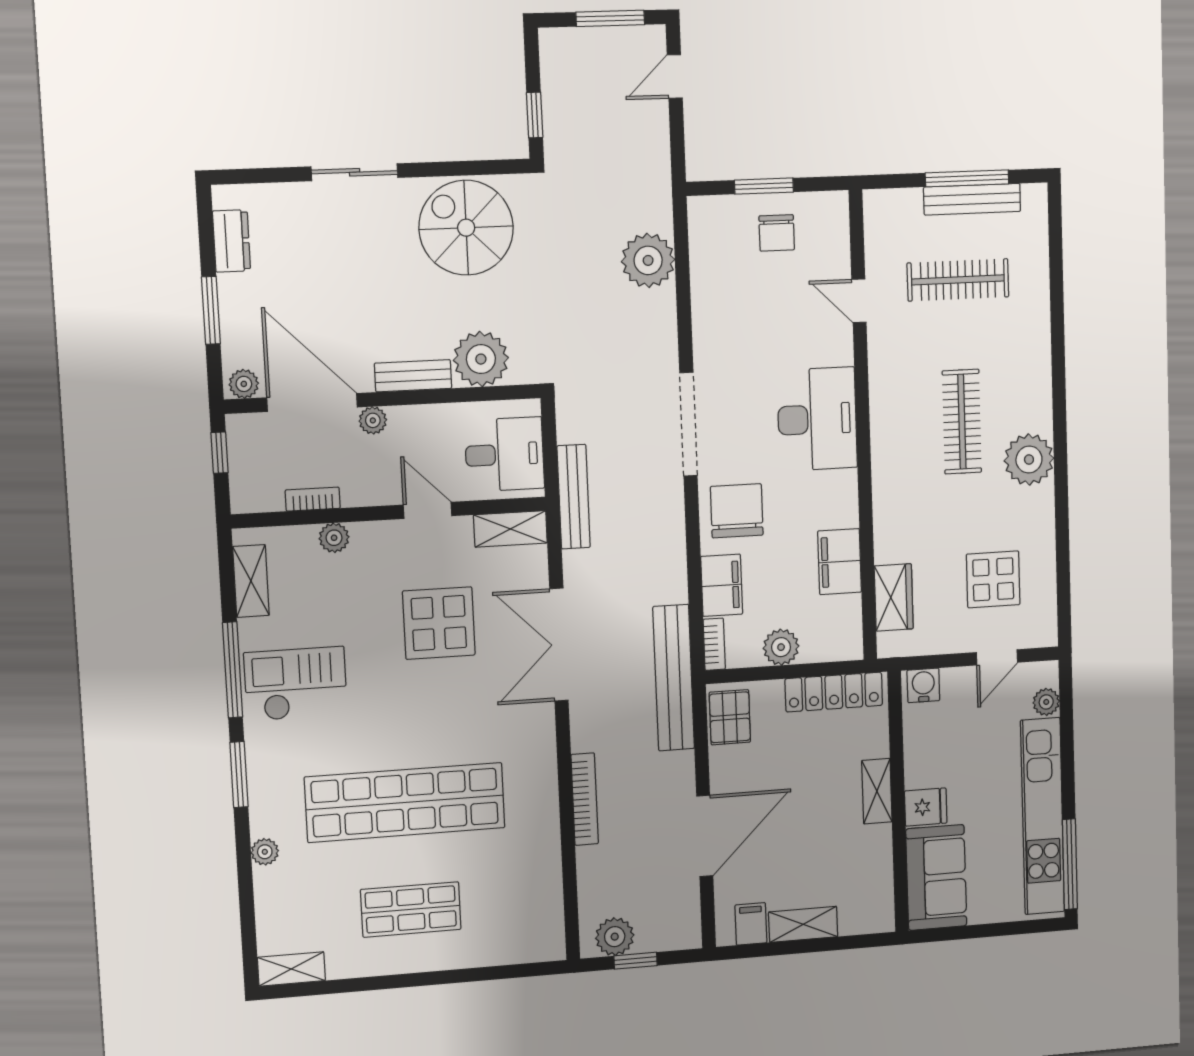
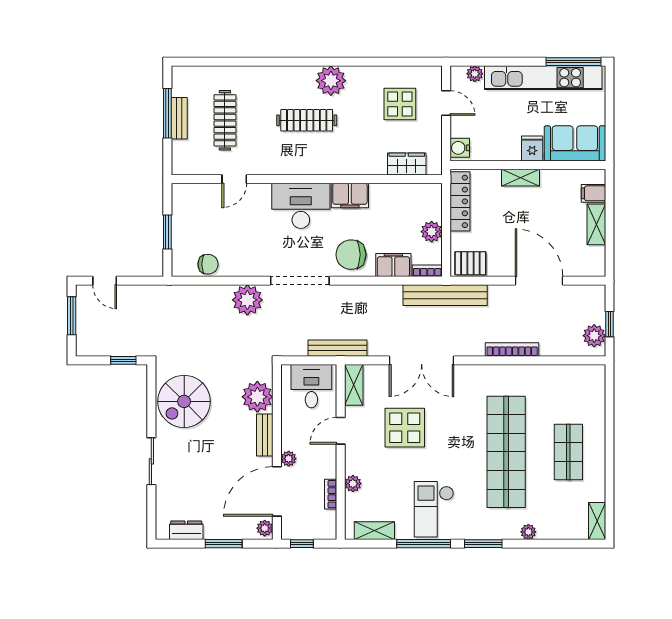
bench: (972, 199) -> (179, 118), width x0.73
chair: (777, 233) -> (208, 264), moved
plant: (648, 260) -> (247, 300), moved
filing cabinet: (840, 562) -> (350, 195), moved
filing cabinet: (751, 924) -> (593, 193), moved

